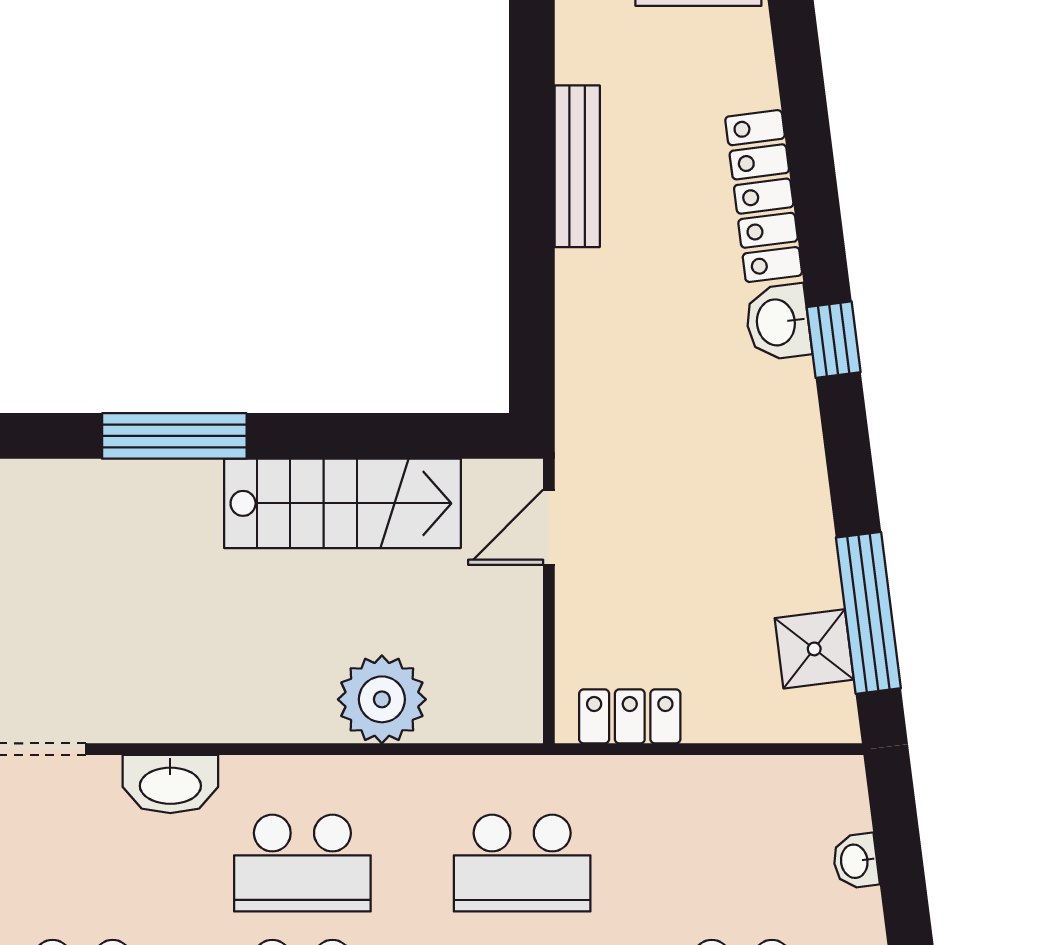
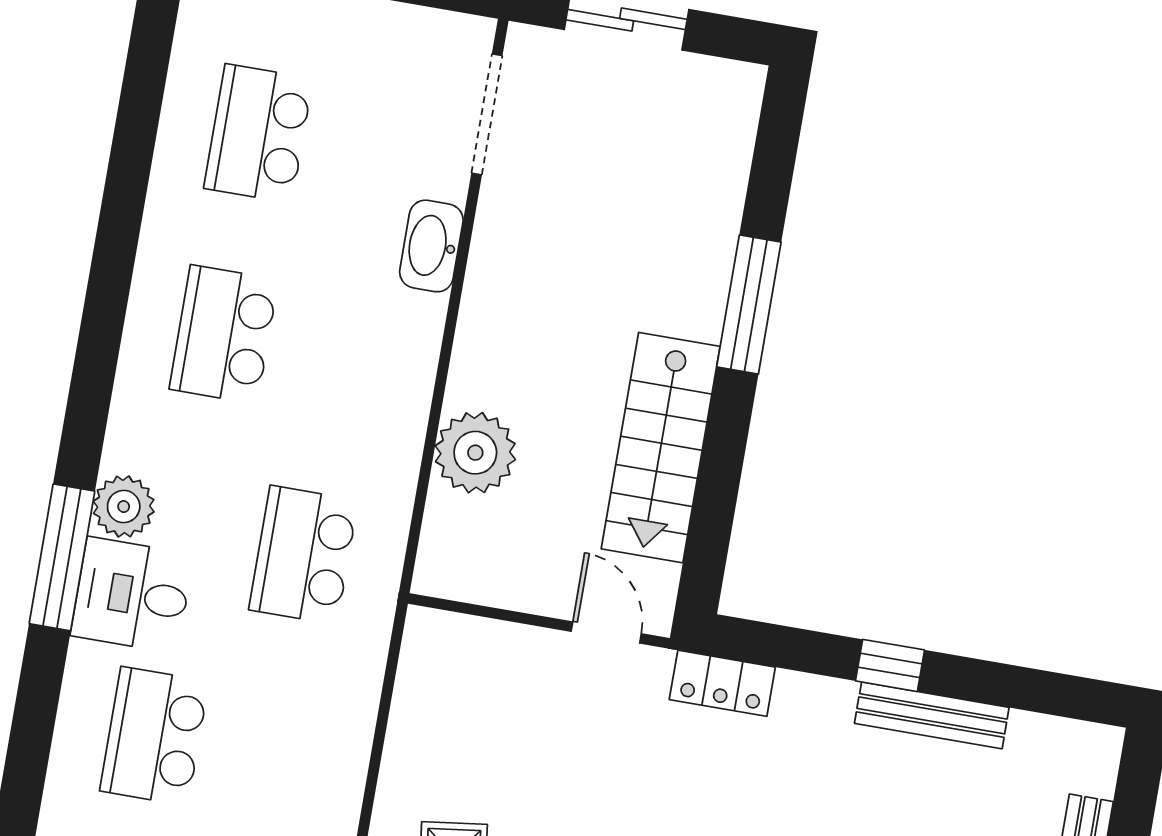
window: (532, 220) -> (890, 665), added
locker: (630, 716) -> (722, 683), moved, turned 90
school desk: (302, 863) -> (338, 354), removed

